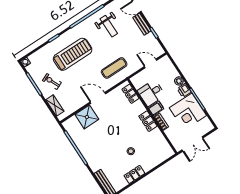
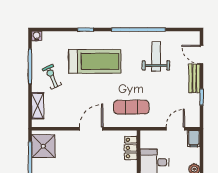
weight bench: (109, 26) -> (156, 56), turned 180
filing cabinet: (166, 62) -> (194, 139), added
door: (151, 63) -> (175, 129), hinge flipped
door: (98, 98) -> (91, 129), hinge flipped
shower: (87, 117) -> (43, 146), moved

